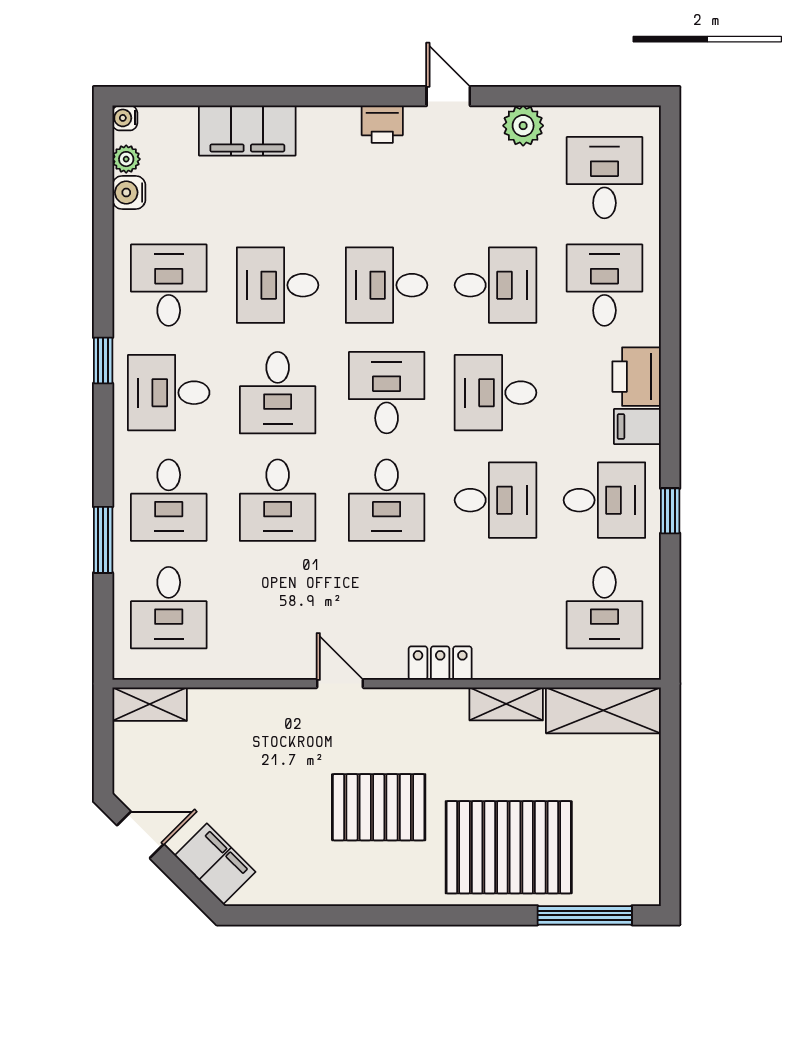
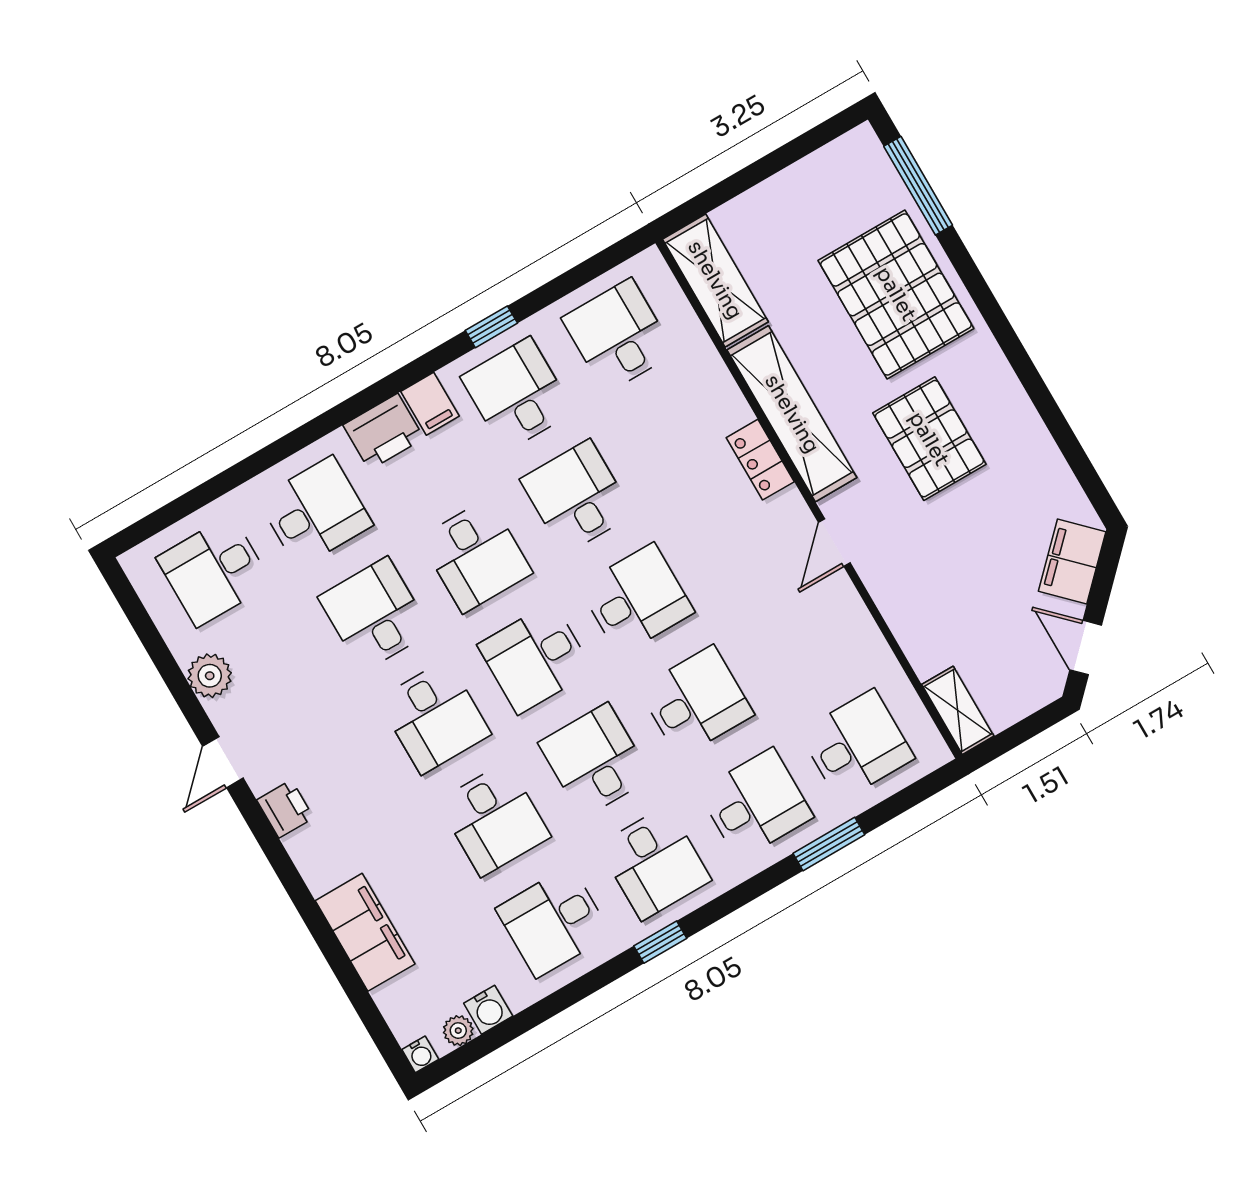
desk: (604, 285) -> (315, 512), turned 180
desk: (278, 393) -> (595, 760), turned -90
desk: (604, 608) -> (618, 336), turned -90
shelving: (506, 704) -> (792, 414), width x2.20, depth x1.33

